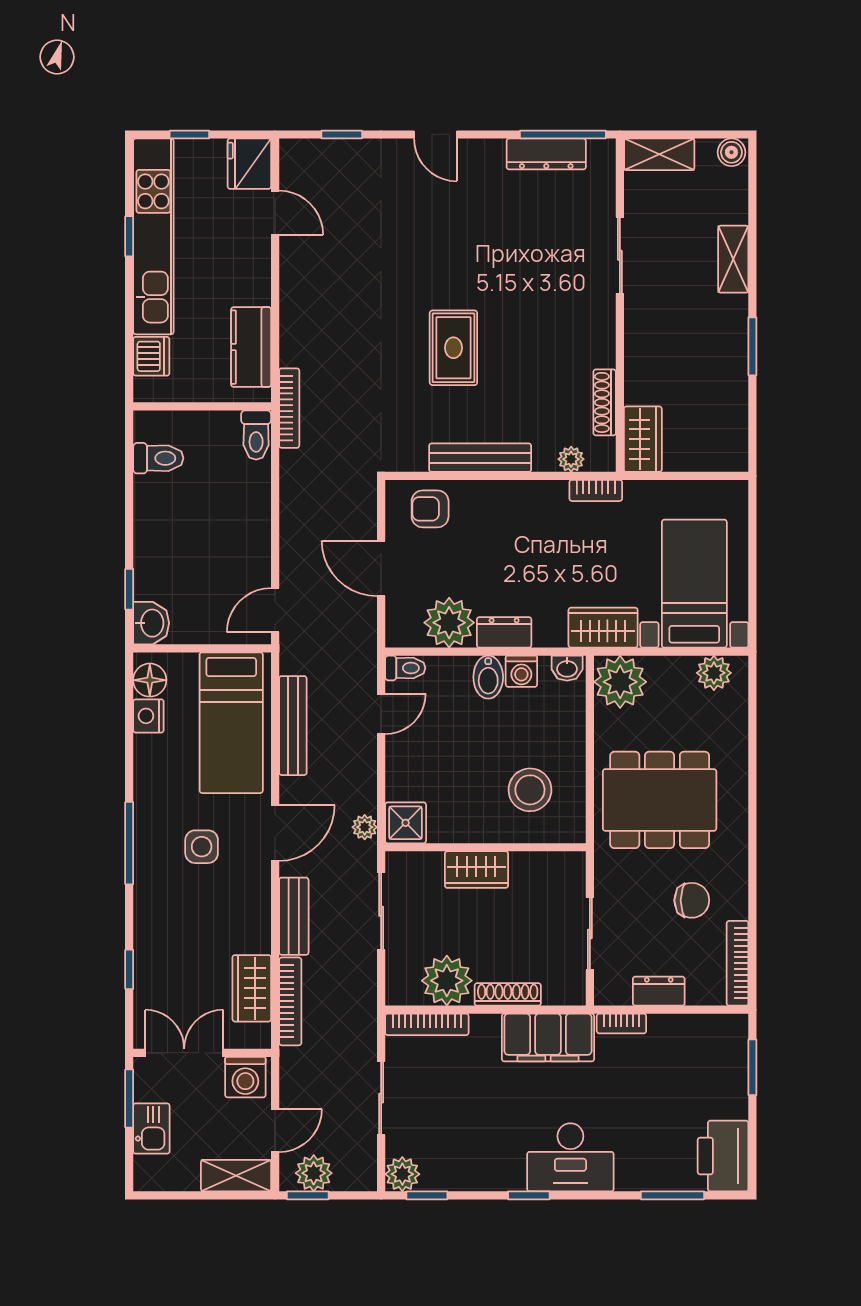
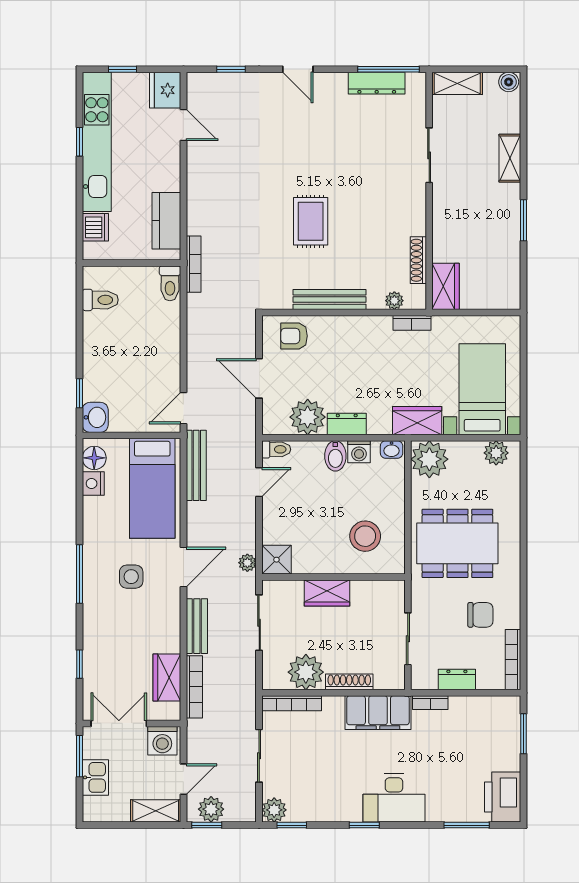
bench: (293, 726) -> (196, 465), moved

